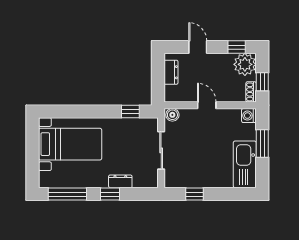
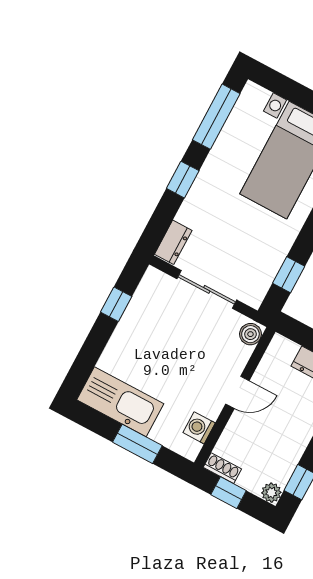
plant: (245, 64) -> (271, 493), width x0.53, depth x0.53
washing machine: (249, 116) -> (199, 428), moved, turned -90
dresser: (120, 181) -> (173, 242), moved

